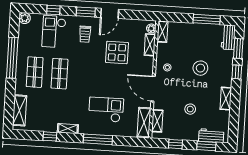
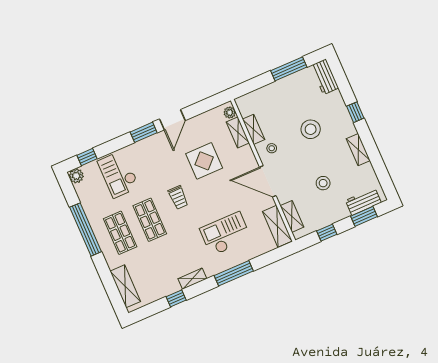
window: (53, 10) -> (87, 157), moved
shelving: (163, 32) -> (254, 129), moved
trolley: (85, 34) -> (178, 197), moved
window: (238, 48) -> (343, 84), removed

